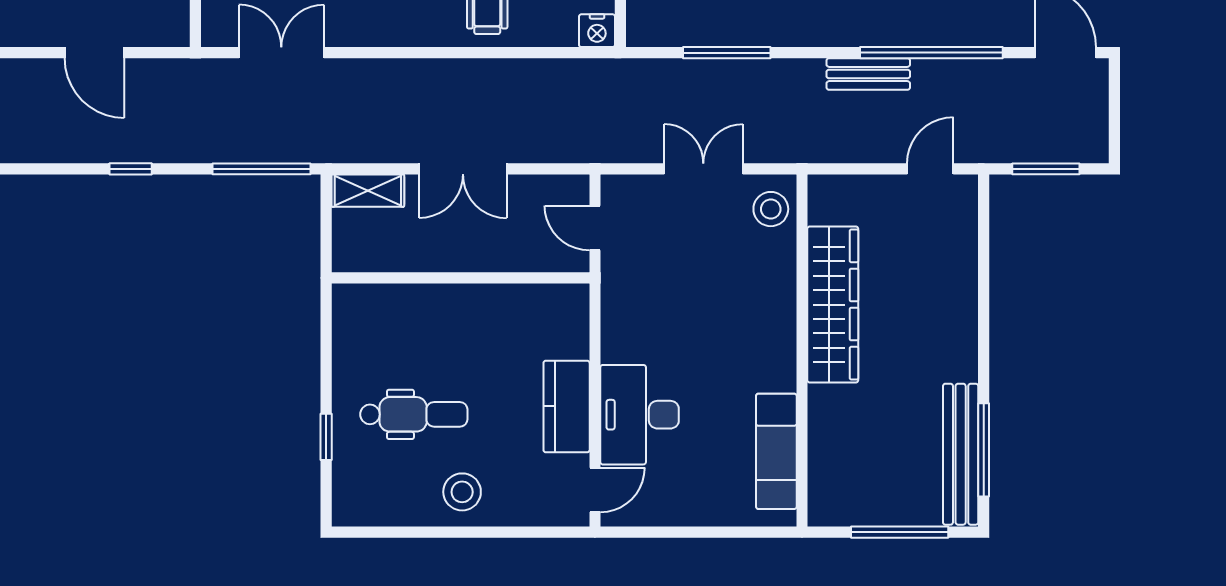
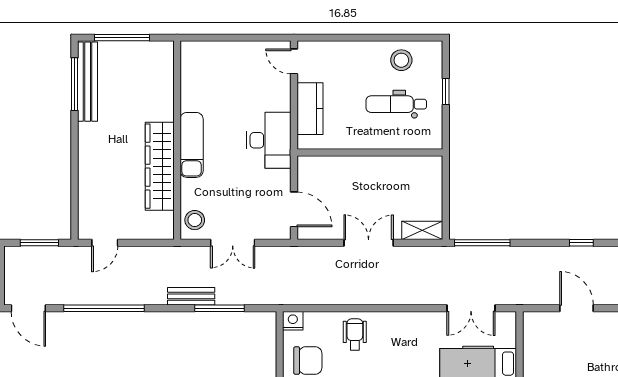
bench: (868, 74) -> (191, 296), moved
window: (131, 169) -> (581, 243), moved
door: (595, 228) -> (294, 209), width x1.38
wall: (461, 278) -> (370, 152), moved
desk: (640, 415) -> (269, 140), moved
exam couch: (776, 451) -> (192, 145), moved
door: (595, 490) -> (294, 61), hinge flipped
stool: (462, 492) -> (401, 60), moved

